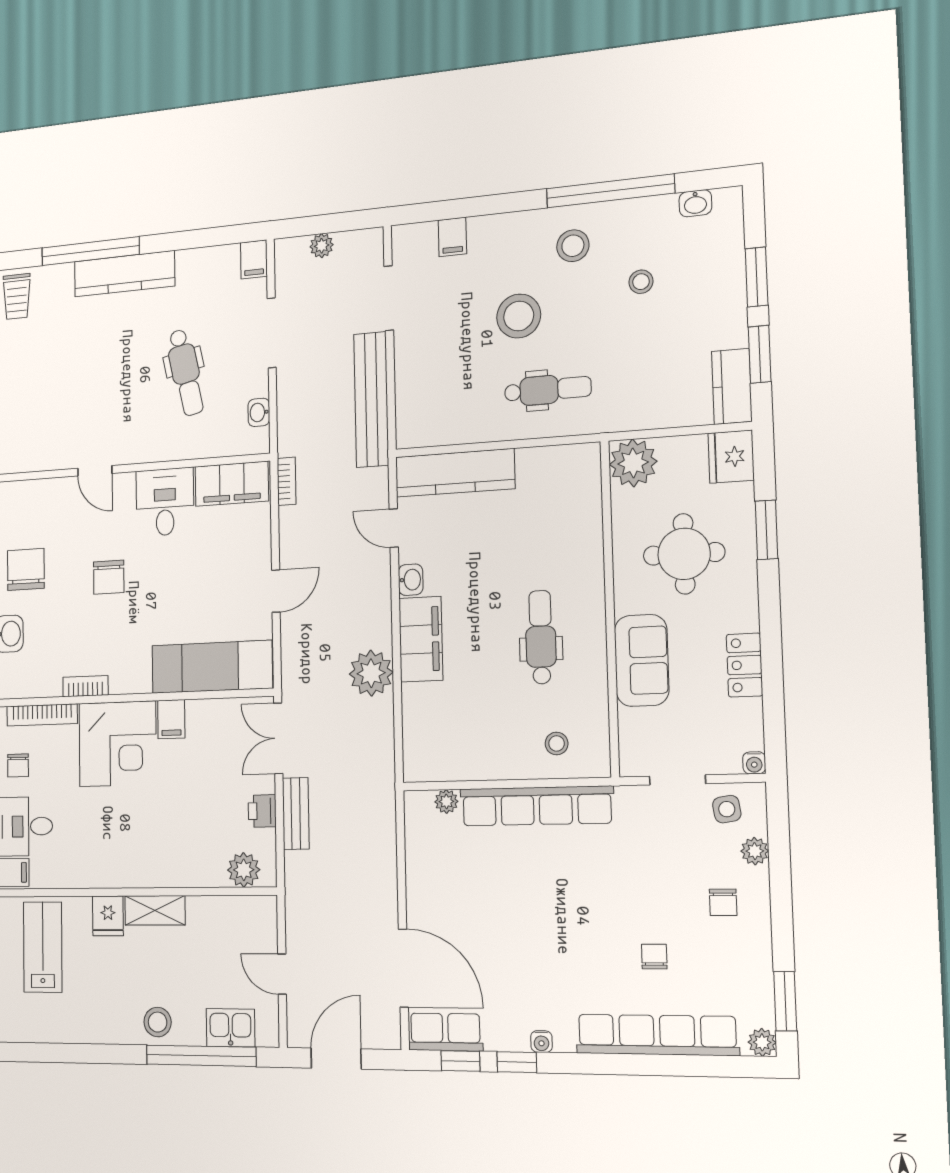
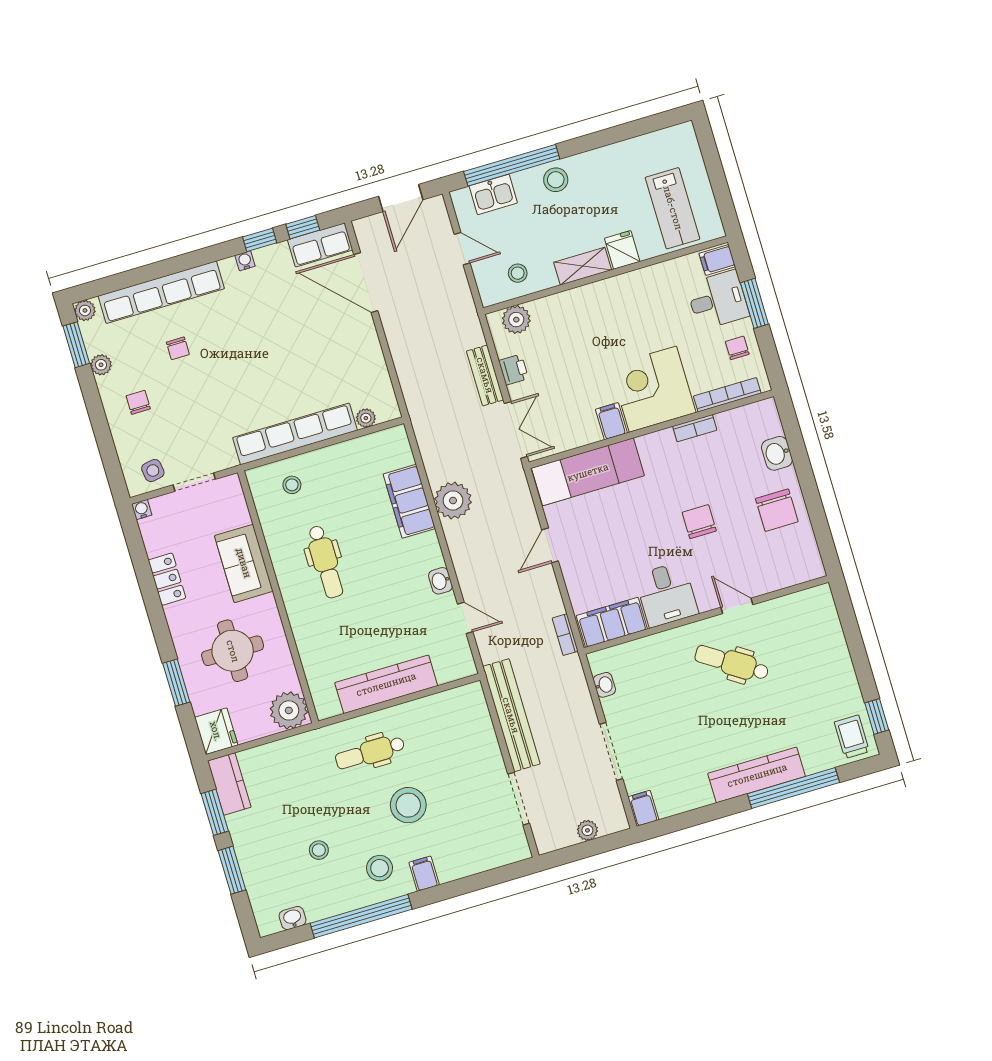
filing cabinet: (452, 237) -> (424, 874), moved
dental chair: (186, 372) -> (732, 663), moved, turned -45
kitchen counter: (455, 473) -> (386, 684), moved
filing cabinet: (421, 639) -> (409, 501), moved
plant: (755, 851) -> (101, 365), moved
stool: (228, 925) -> (518, 273), added

